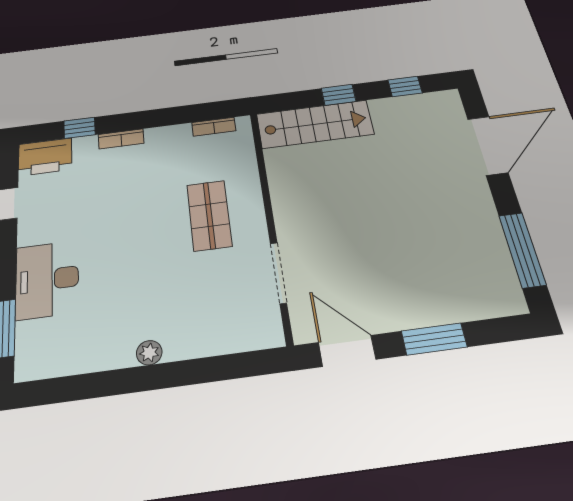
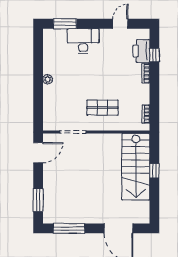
window: (405, 86) -> (154, 201), removed
stairs: (315, 124) -> (136, 167), width x1.36, depth x1.51
printer: (45, 157) -> (141, 51), moved
window: (434, 339) -> (38, 200), moved

